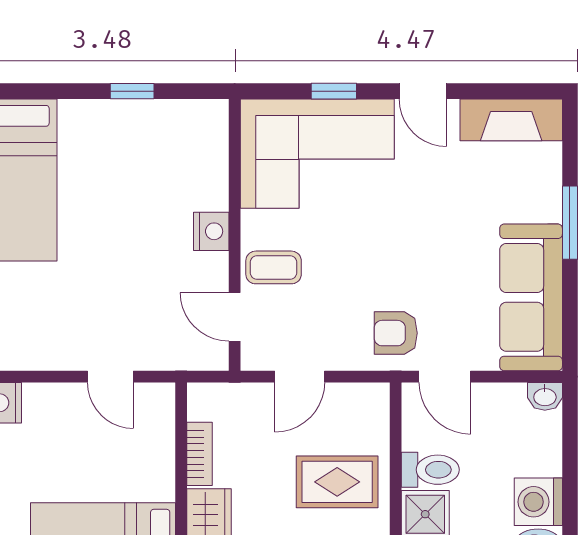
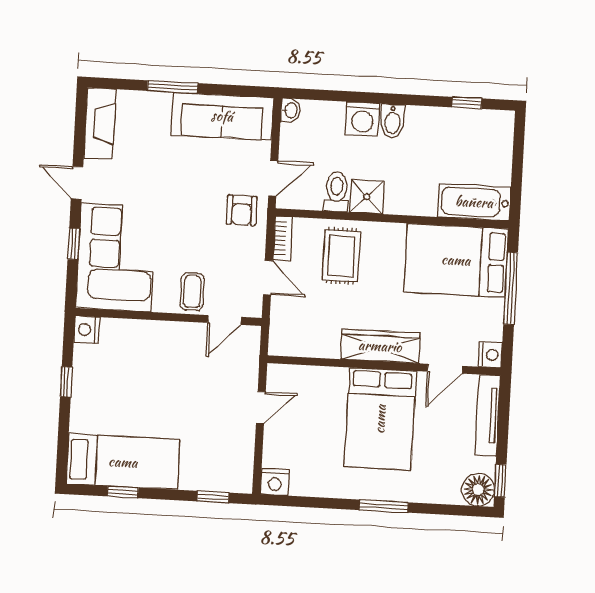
door: (423, 91) -> (77, 183), swing flipped
nightstand: (211, 231) -> (86, 330), moved, turned -90
bookcase: (200, 454) -> (283, 238), moved, turned 90

